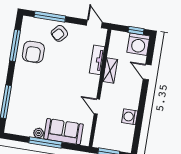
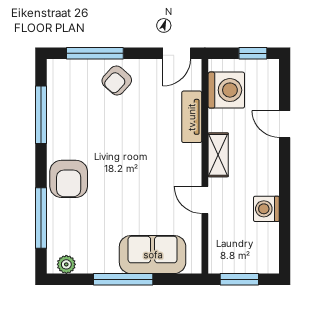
door: (94, 24) -> (177, 53), swing flipped
washing machine: (138, 44) -> (226, 90), moved, turned -90
armchair: (33, 52) -> (69, 179), moved
shelving: (110, 70) -> (218, 155), moved
plant: (39, 133) -> (66, 264), moved

